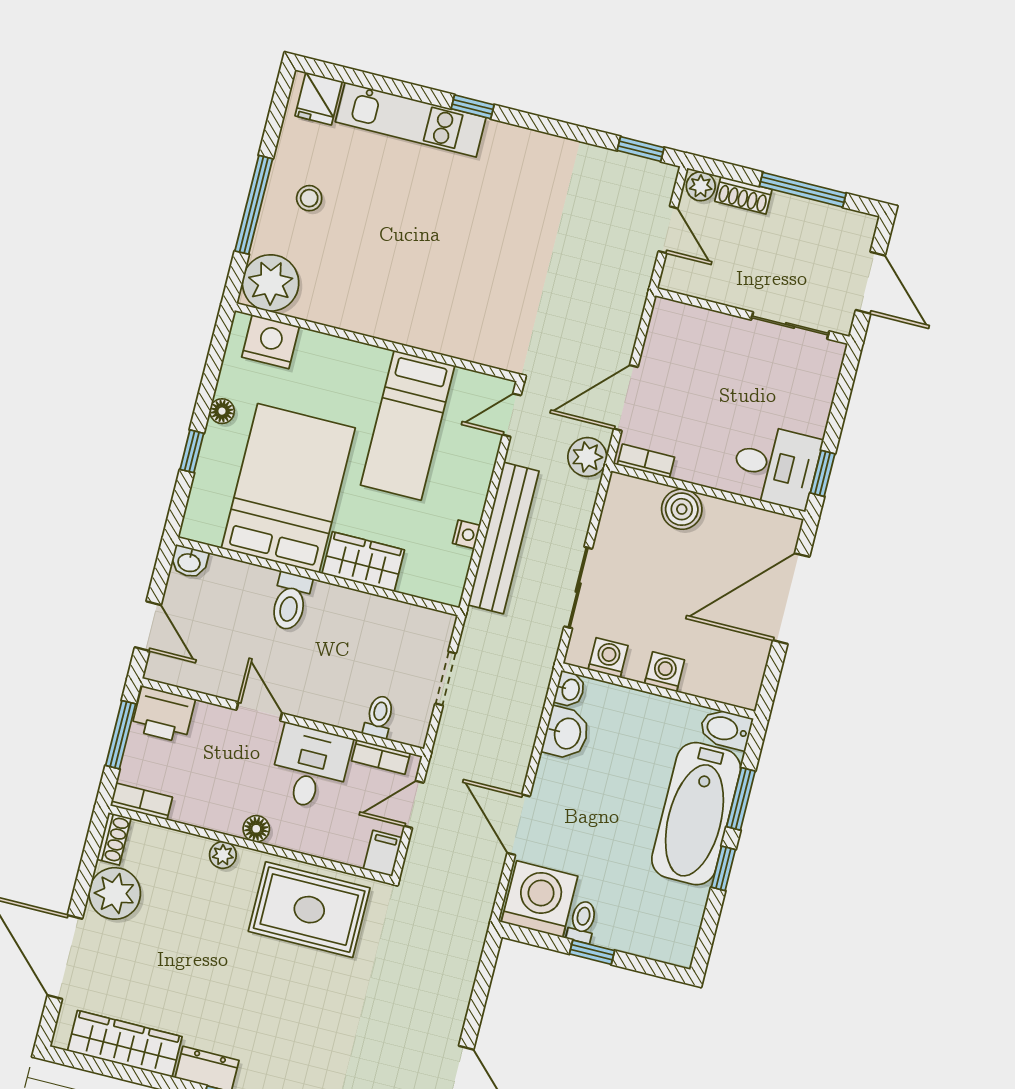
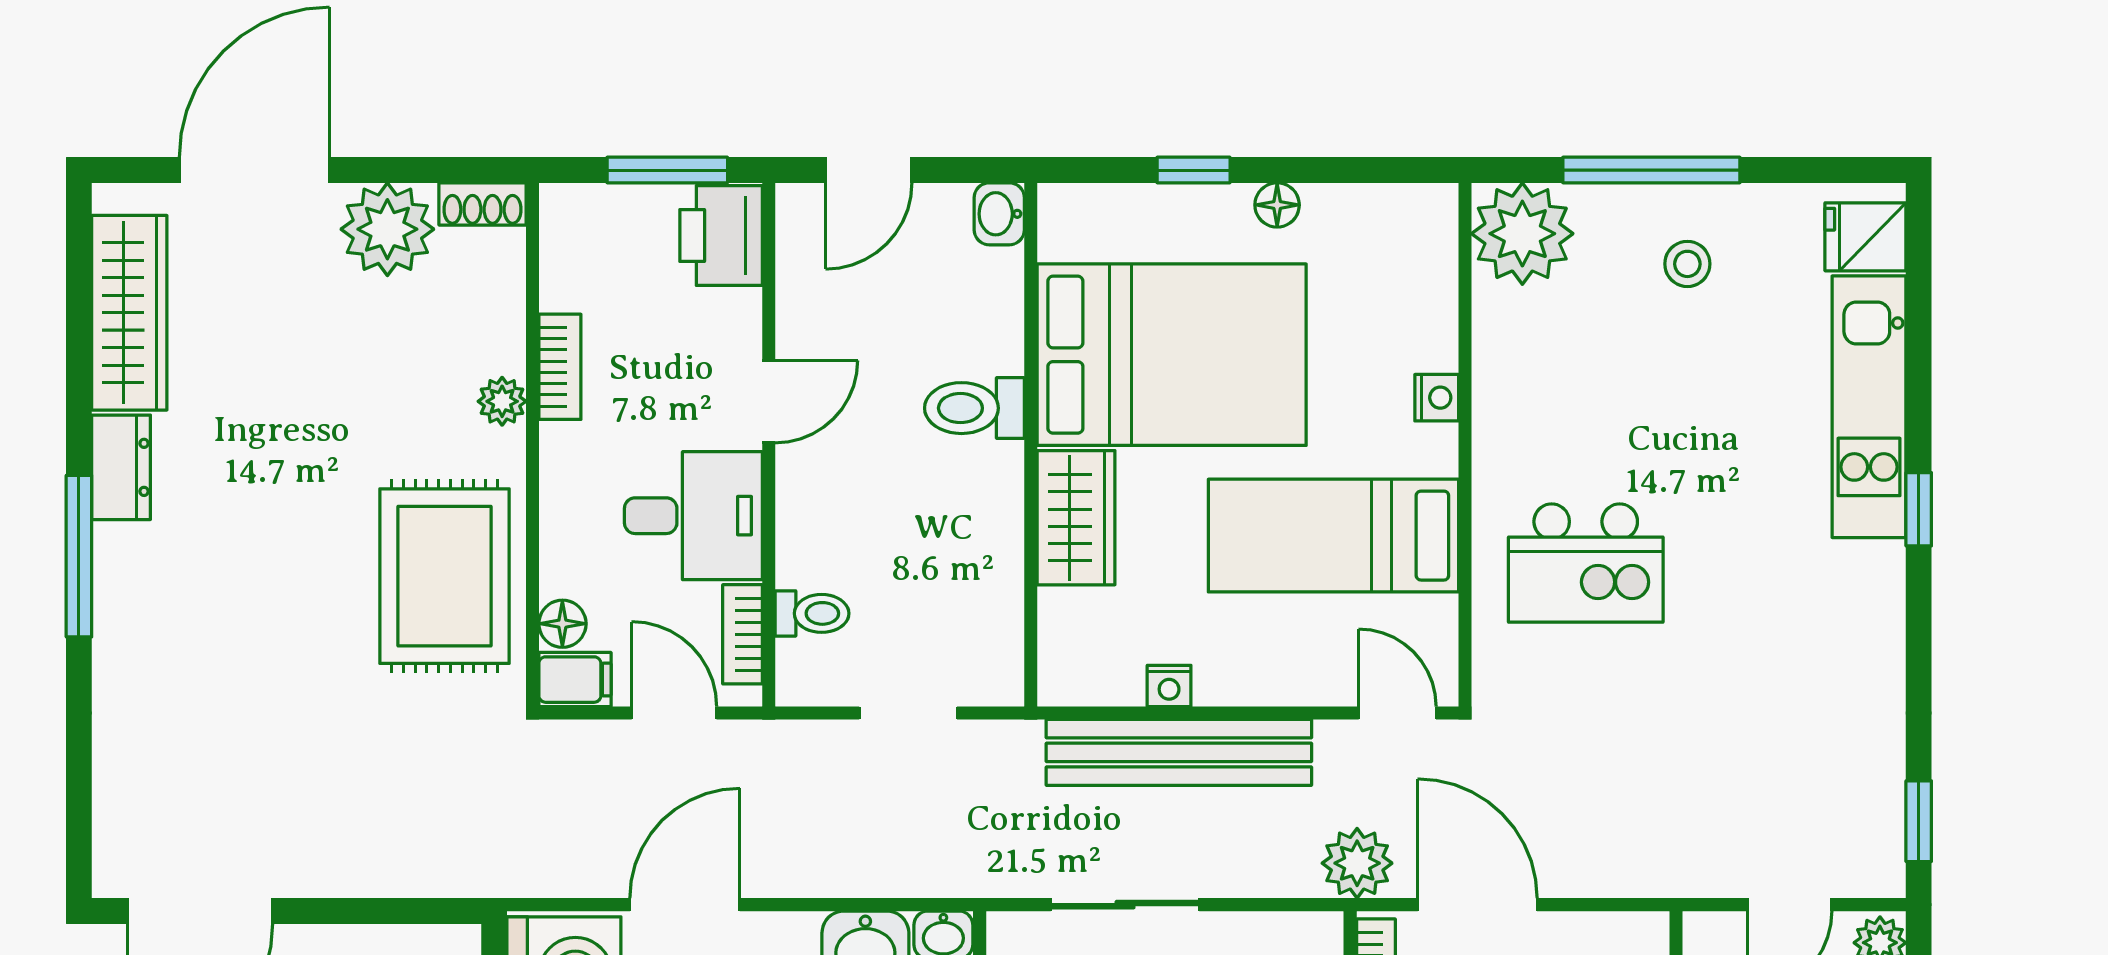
kitchen island: (457, 293) -> (1586, 563), added
nightstand: (270, 342) -> (1437, 398), moved, width x0.53, depth x0.56
bookcase: (141, 801) -> (560, 367), moved
floor lamp: (256, 829) -> (562, 624), moved

